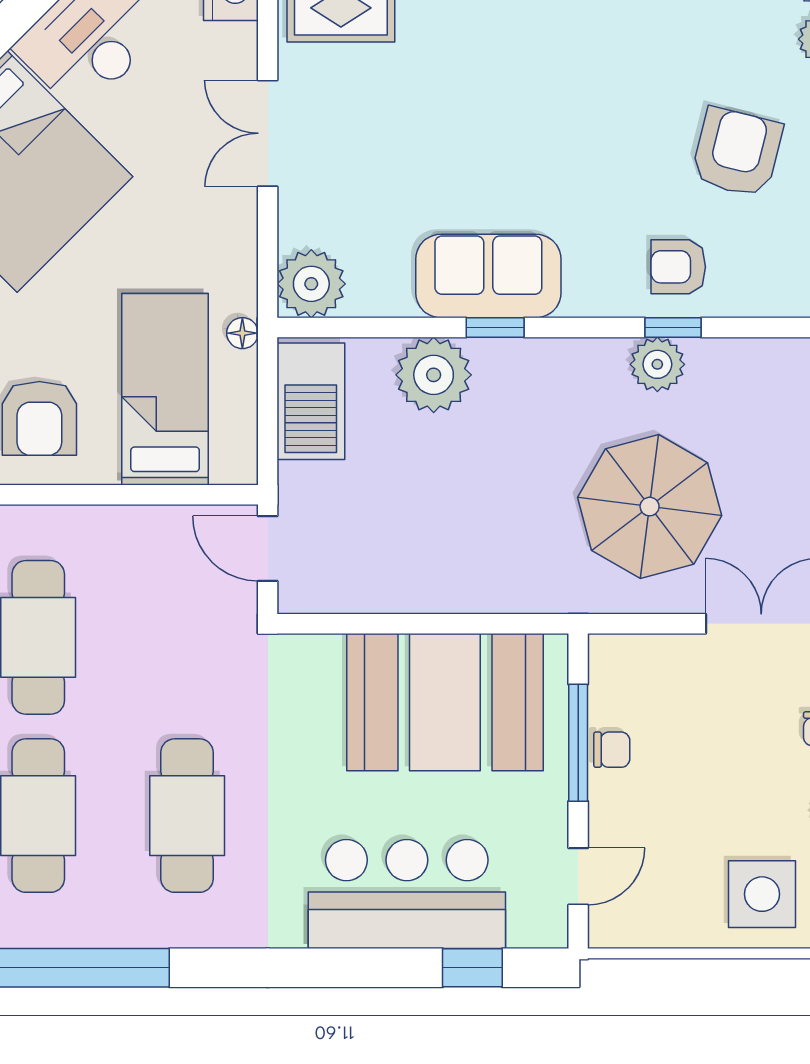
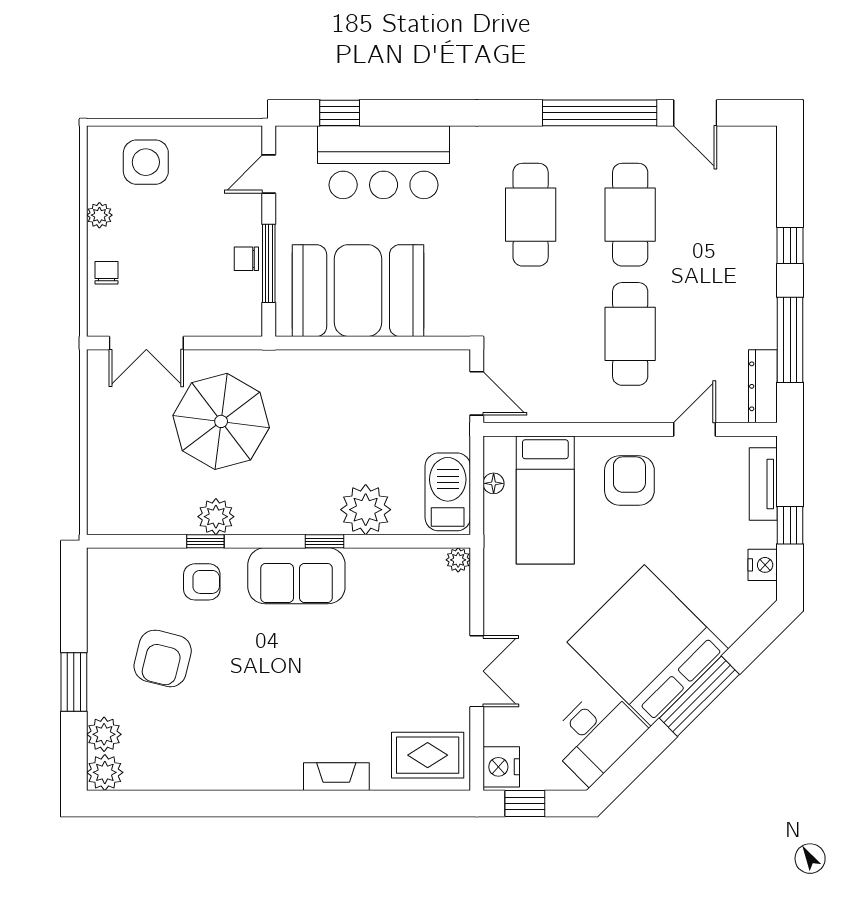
sofa: (488, 276) -> (296, 576), moved
plant: (311, 284) -> (458, 560), width x0.53, depth x0.53
floor lamp: (242, 333) -> (494, 483), moved

